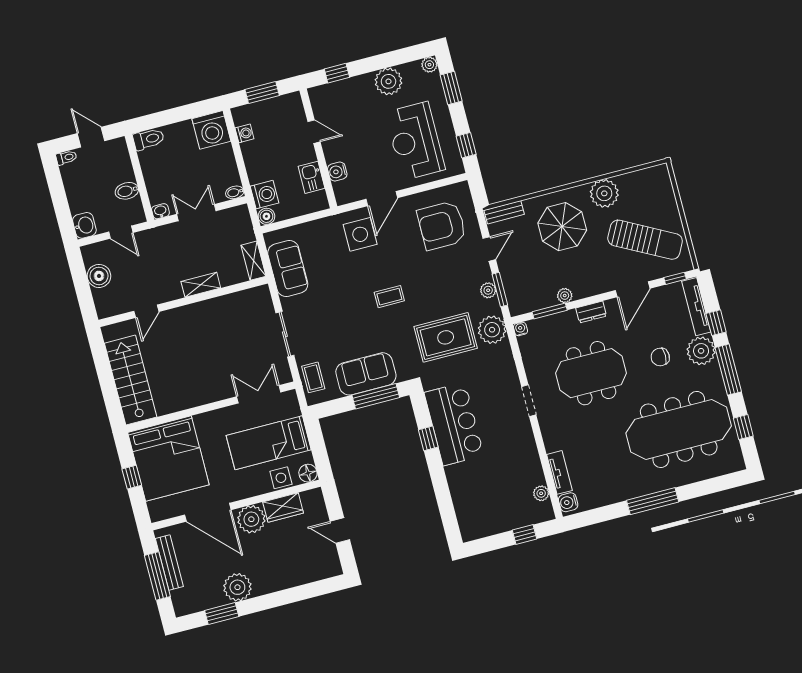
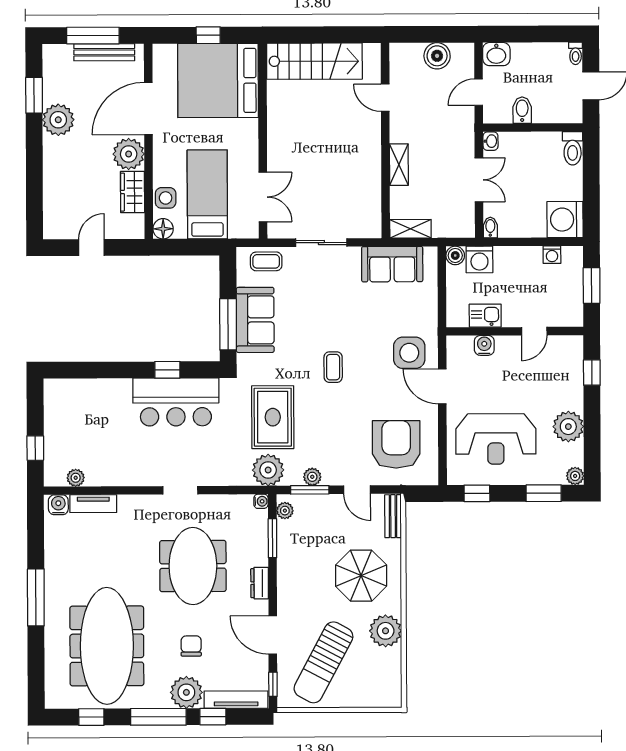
reception desk: (415, 141) -> (496, 439), turned 180
plant: (565, 296) -> (285, 511), moved

